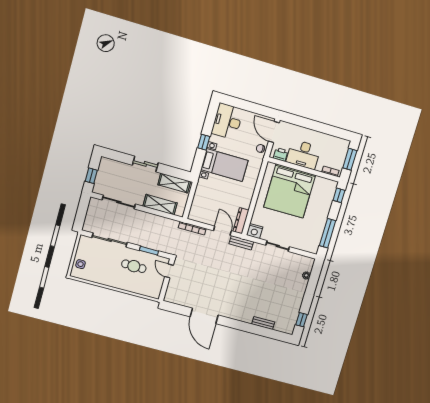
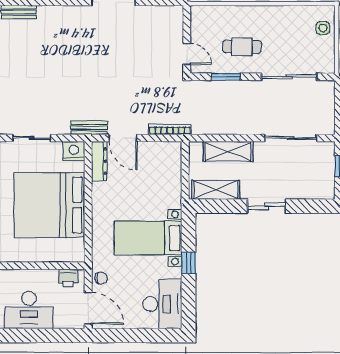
desk: (303, 154) -> (29, 310), moved, turned 180
bed: (290, 191) -> (49, 205), moved, turned -90

